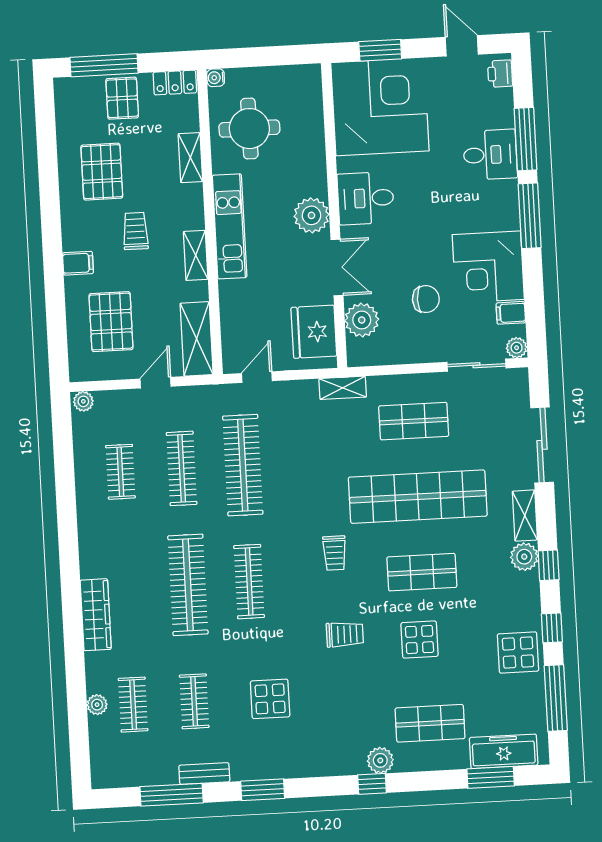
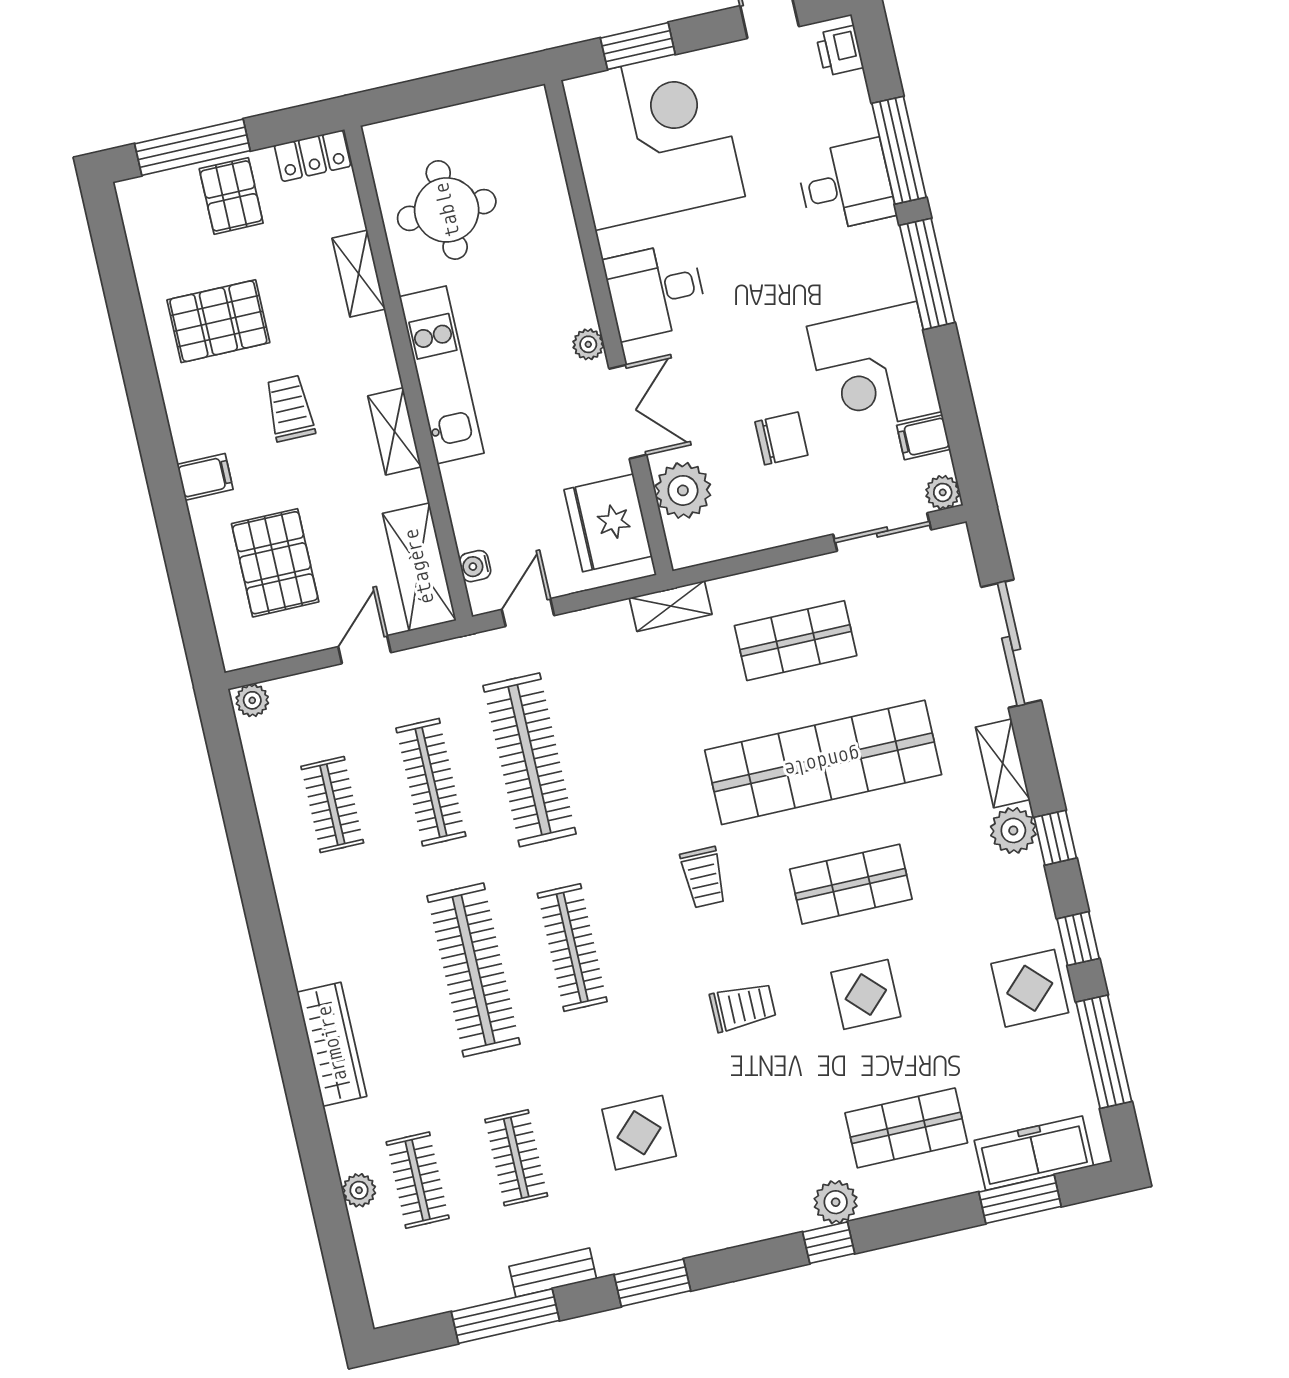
water cooler: (216, 78) -> (475, 566), moved
pallet: (102, 172) -> (218, 321), turned 90
plant: (311, 215) -> (588, 344), width x0.53, depth x0.53

